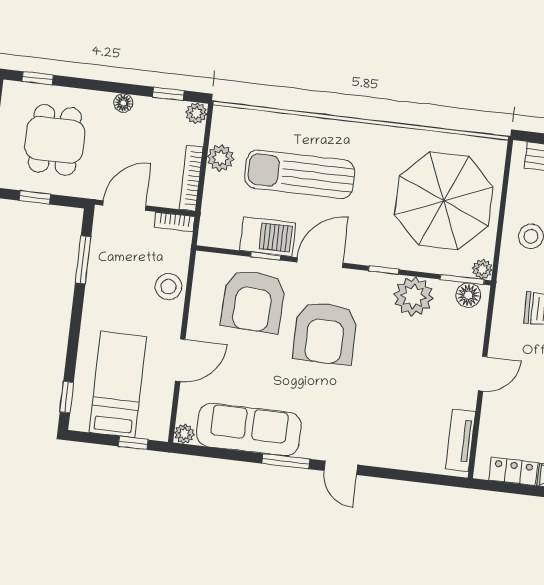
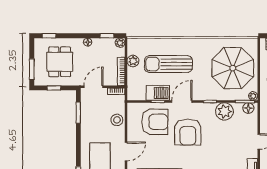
armchair: (253, 301) -> (155, 122), turned -92

